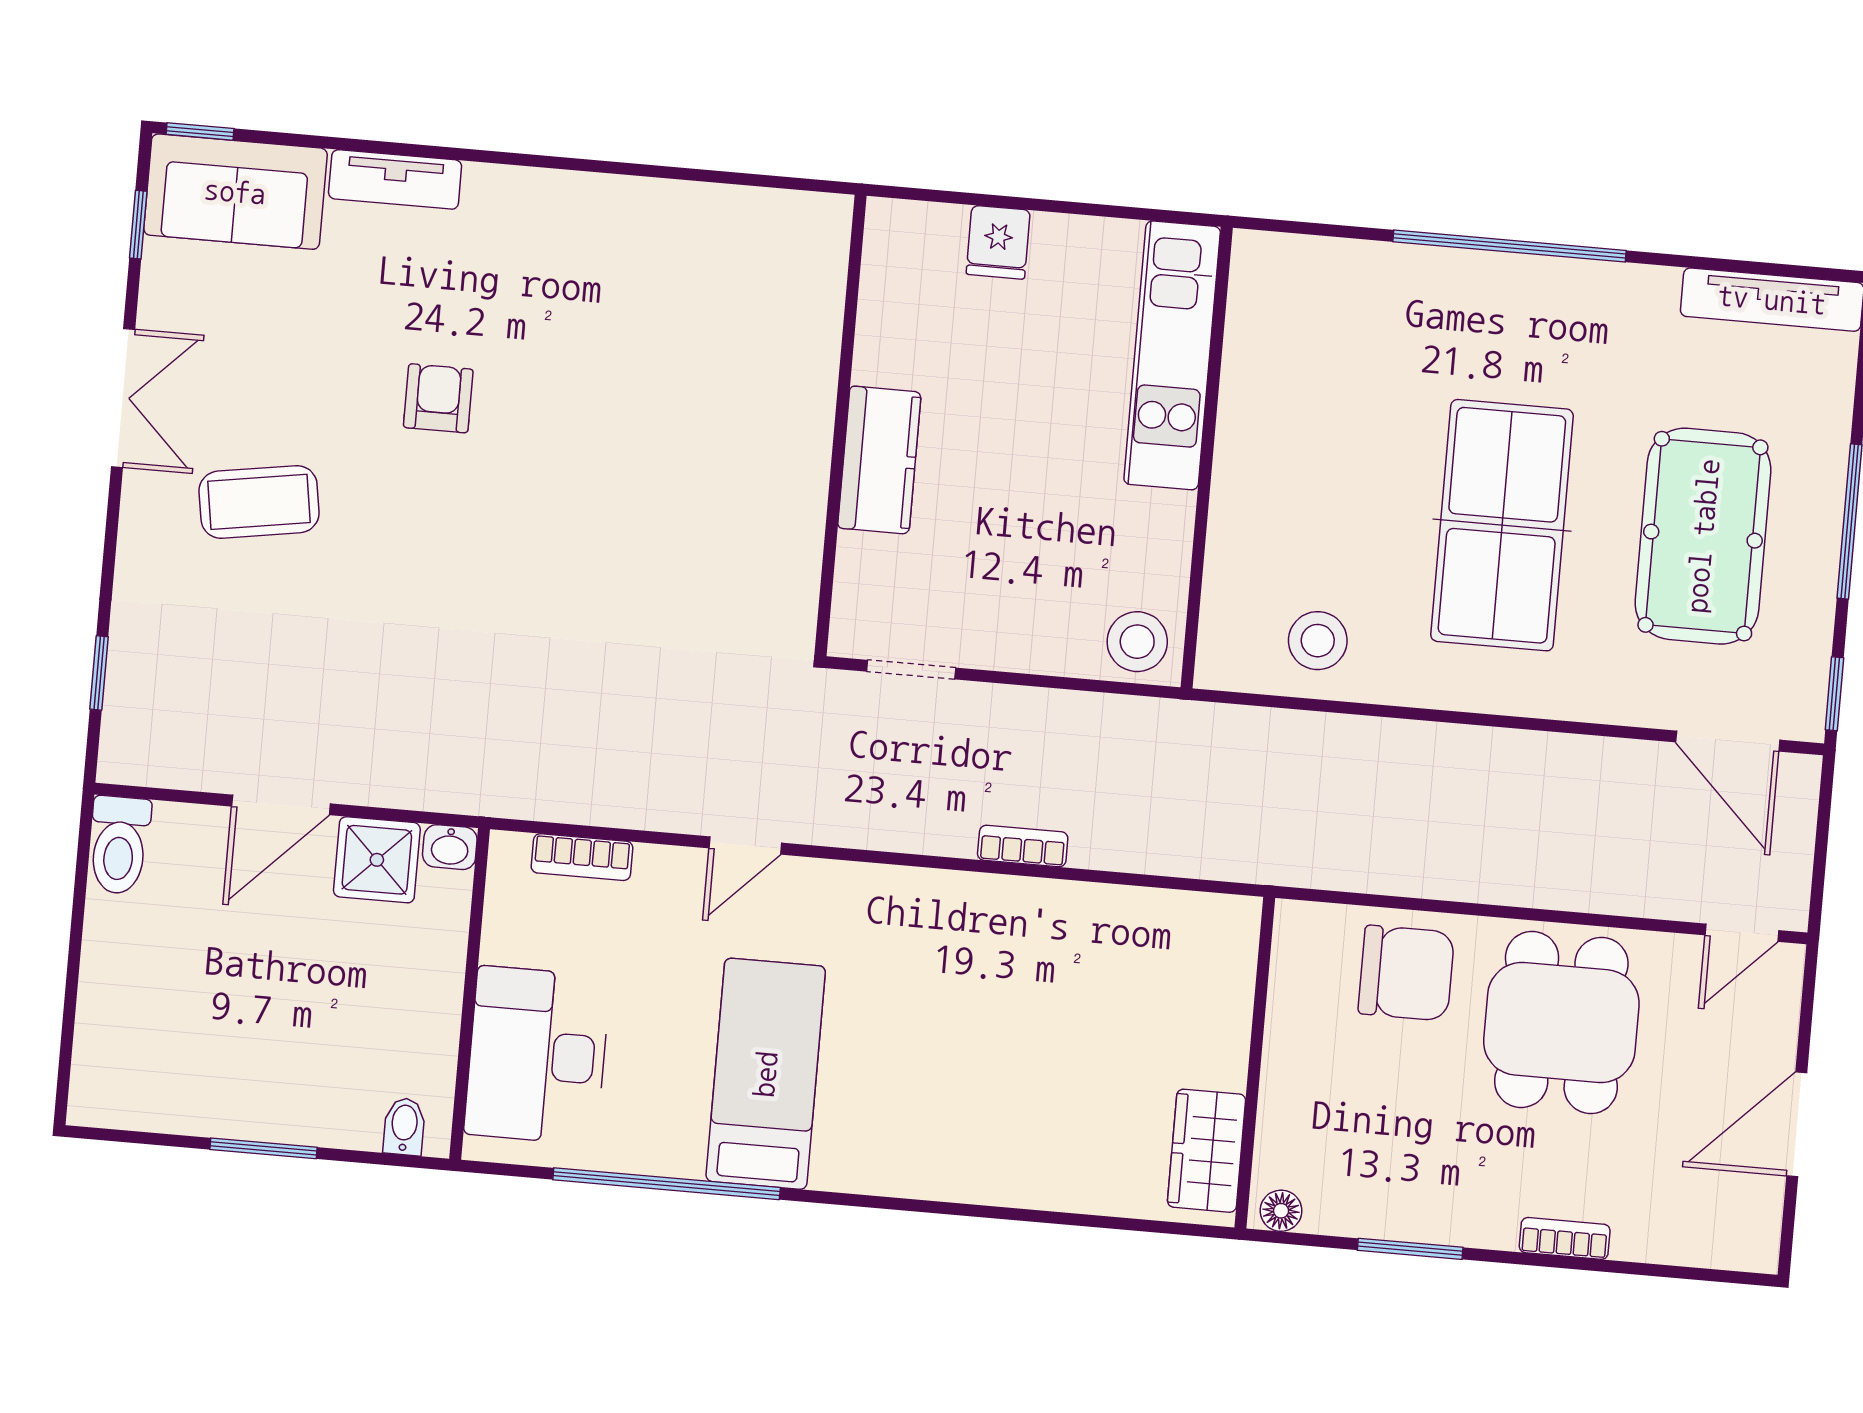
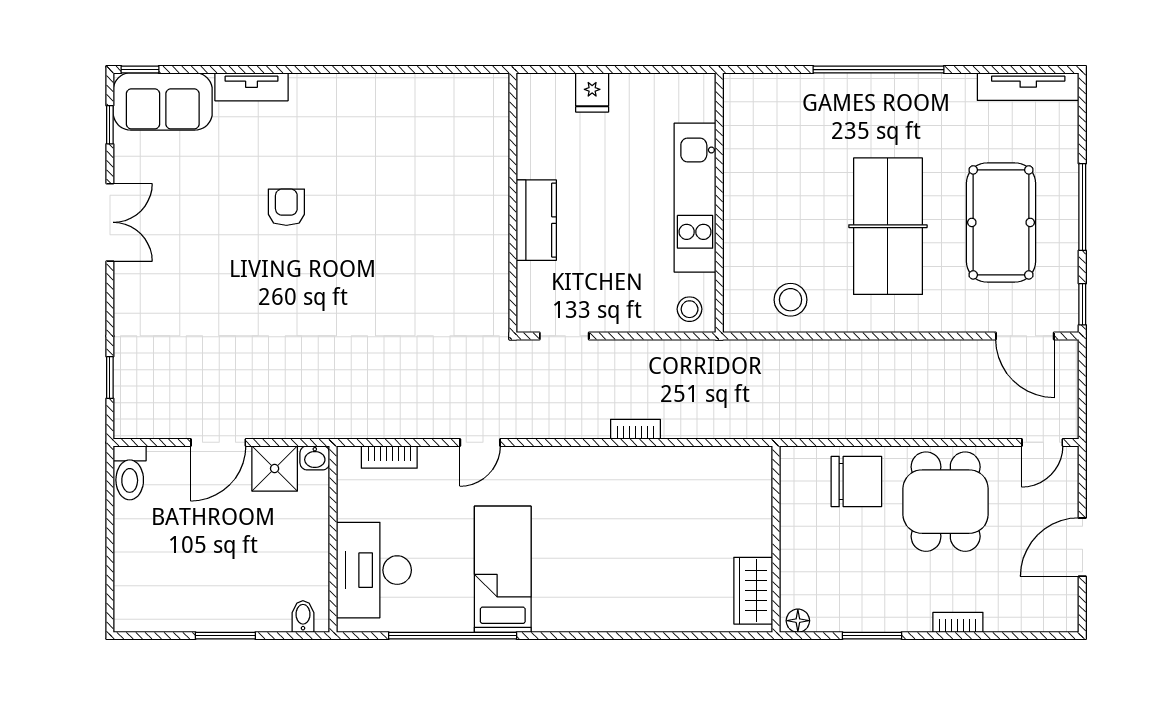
kitchen unit: (1172, 355) -> (695, 198), moved
coffee table: (259, 502) -> (191, 274), removed
stool: (1137, 642) -> (690, 309), width x0.73, depth x0.73

